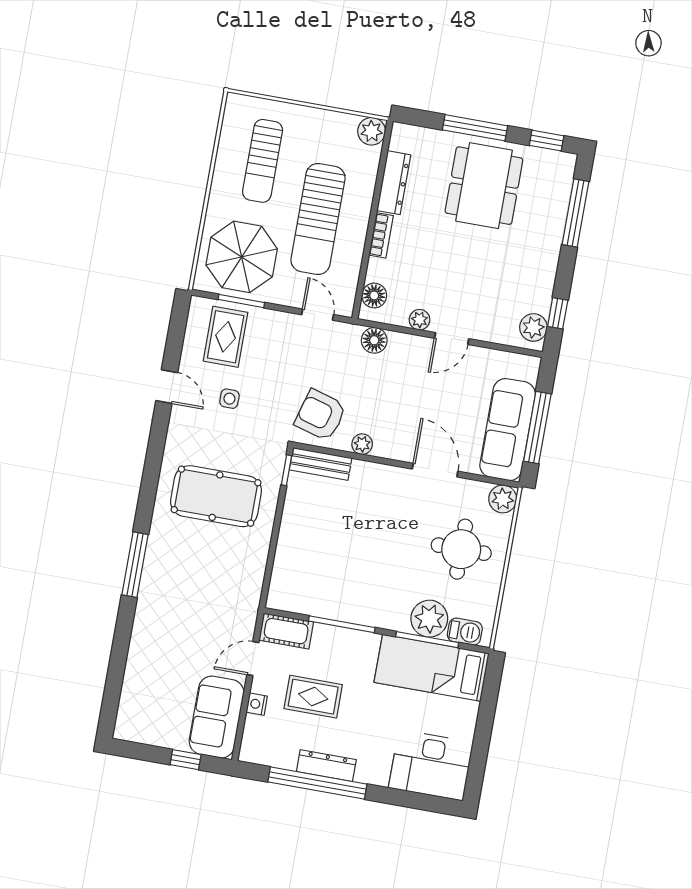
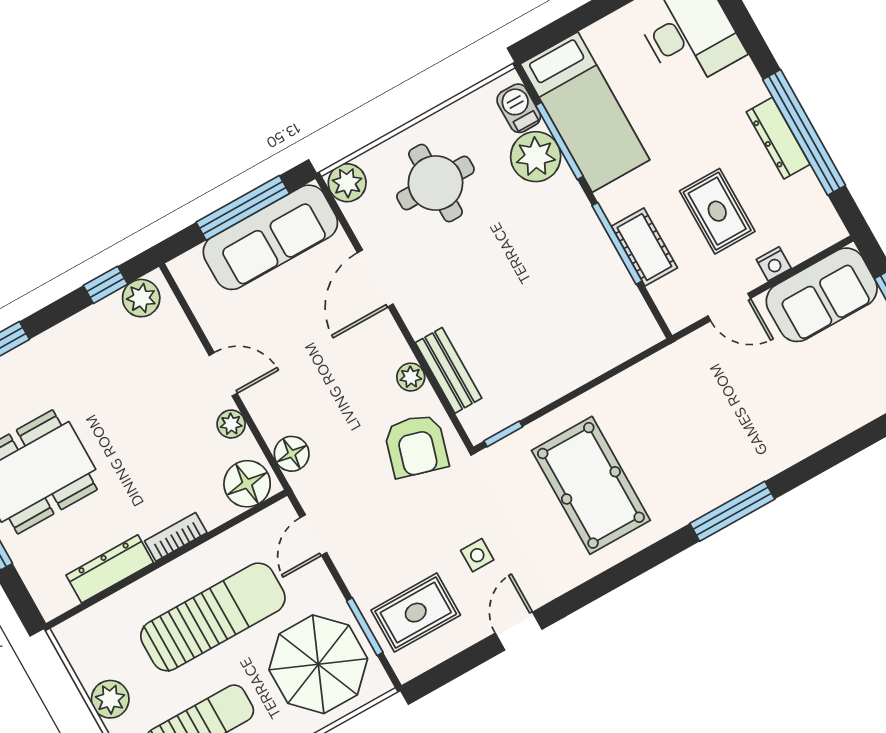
plant: (372, 131) -> (110, 699), moved
floor lamp: (374, 295) -> (247, 484), width x1.38, depth x1.38
bench: (321, 464) -> (449, 370), moved
cot: (286, 631) -> (644, 247), moved

